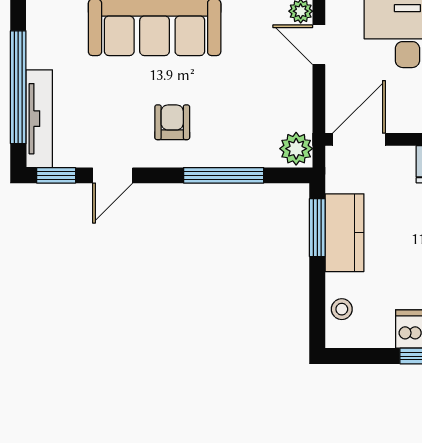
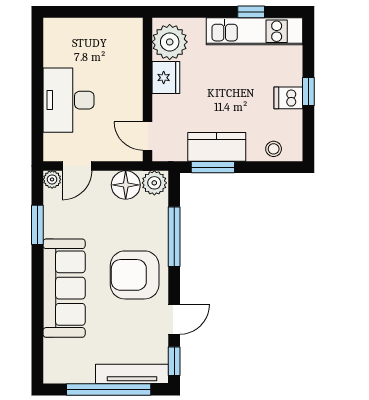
floor lamp: (293, 110) -> (126, 185), added
armchair: (172, 122) -> (135, 275), width x1.88, depth x1.88
door: (359, 139) -> (147, 136), width x0.73
door: (113, 175) -> (174, 319), hinge flipped

